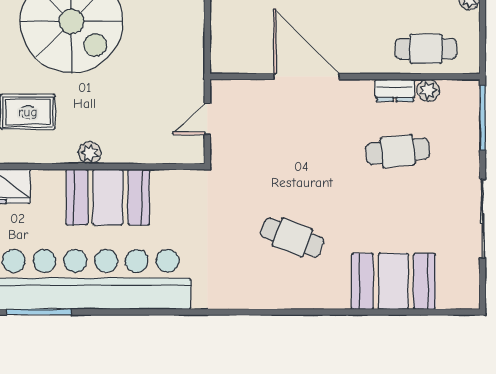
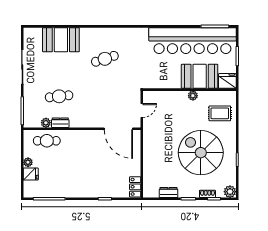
door: (307, 77) -> (118, 129), moved
booth: (108, 197) -> (200, 76), moved
cafe table: (292, 237) -> (105, 59), turned -39

